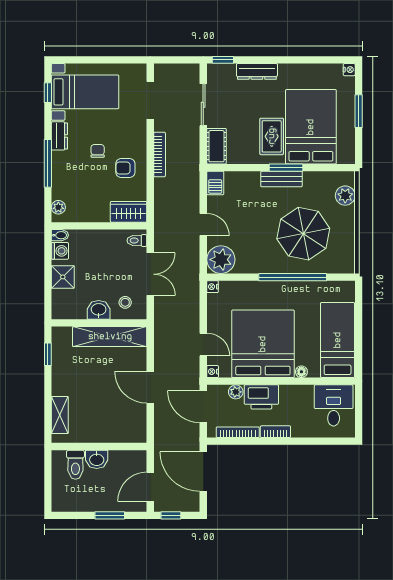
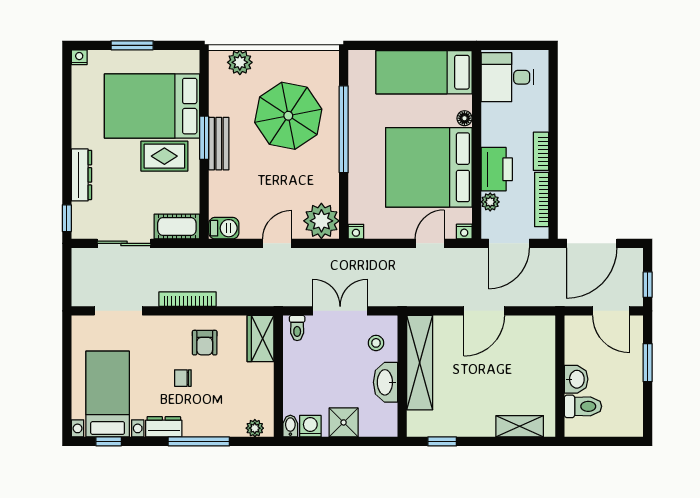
washbasin: (99, 310) -> (386, 382), width x1.38

